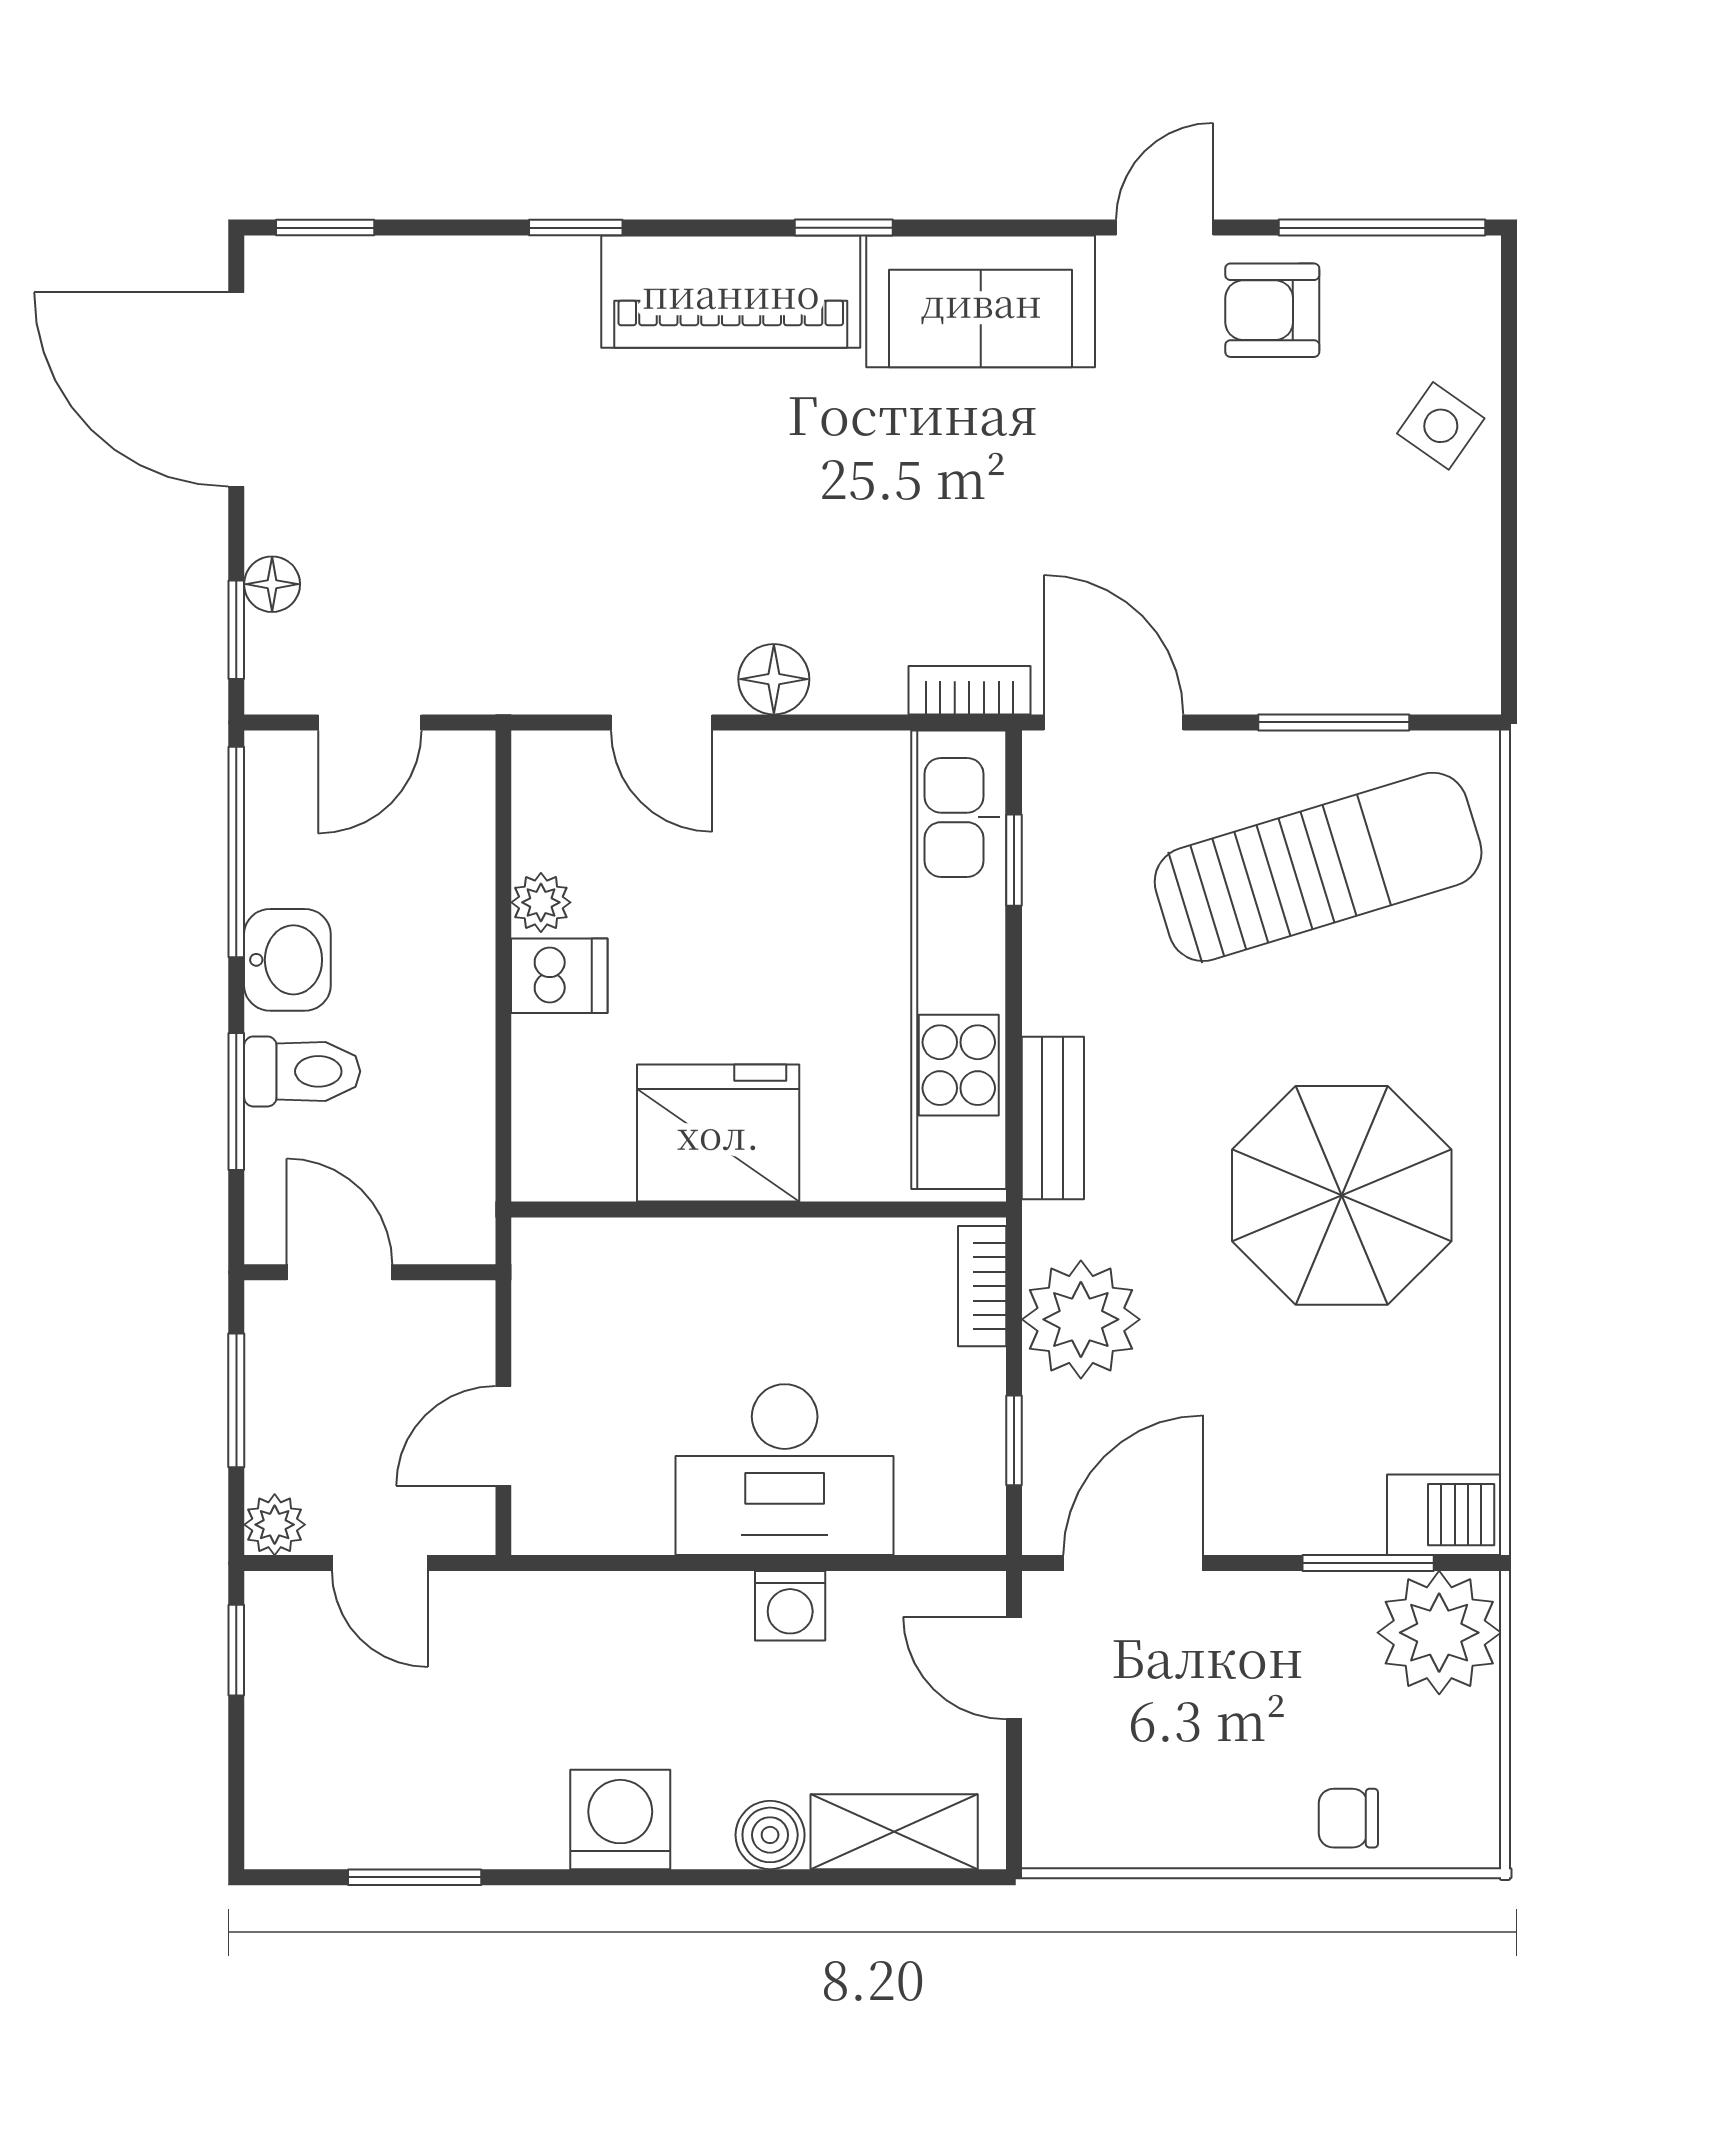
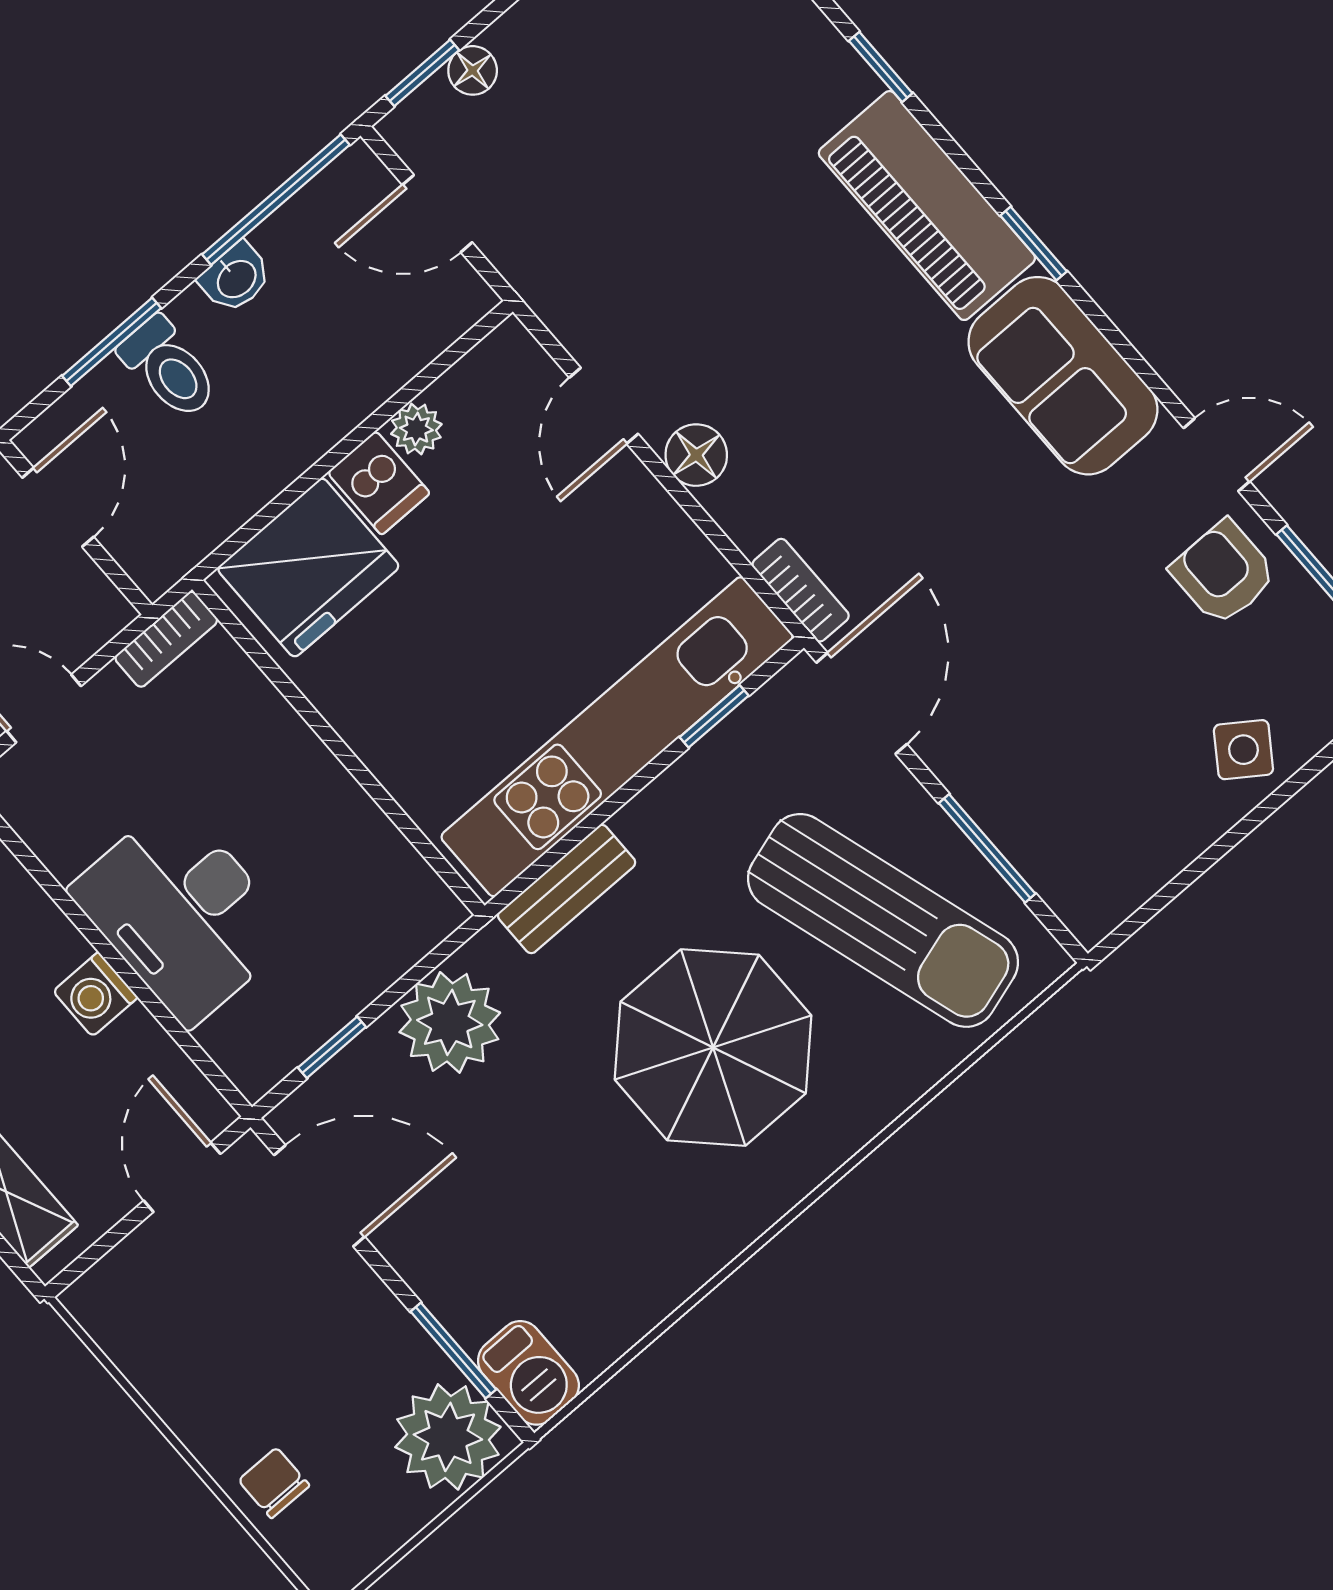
washbasin: (287, 960) -> (236, 278), width x0.72, depth x0.69
fridge: (718, 1133) -> (308, 568), moved, turned 90
parasol: (1342, 1195) -> (713, 1048), moved
bookcase: (982, 1286) -> (166, 639), moved, turned 180

